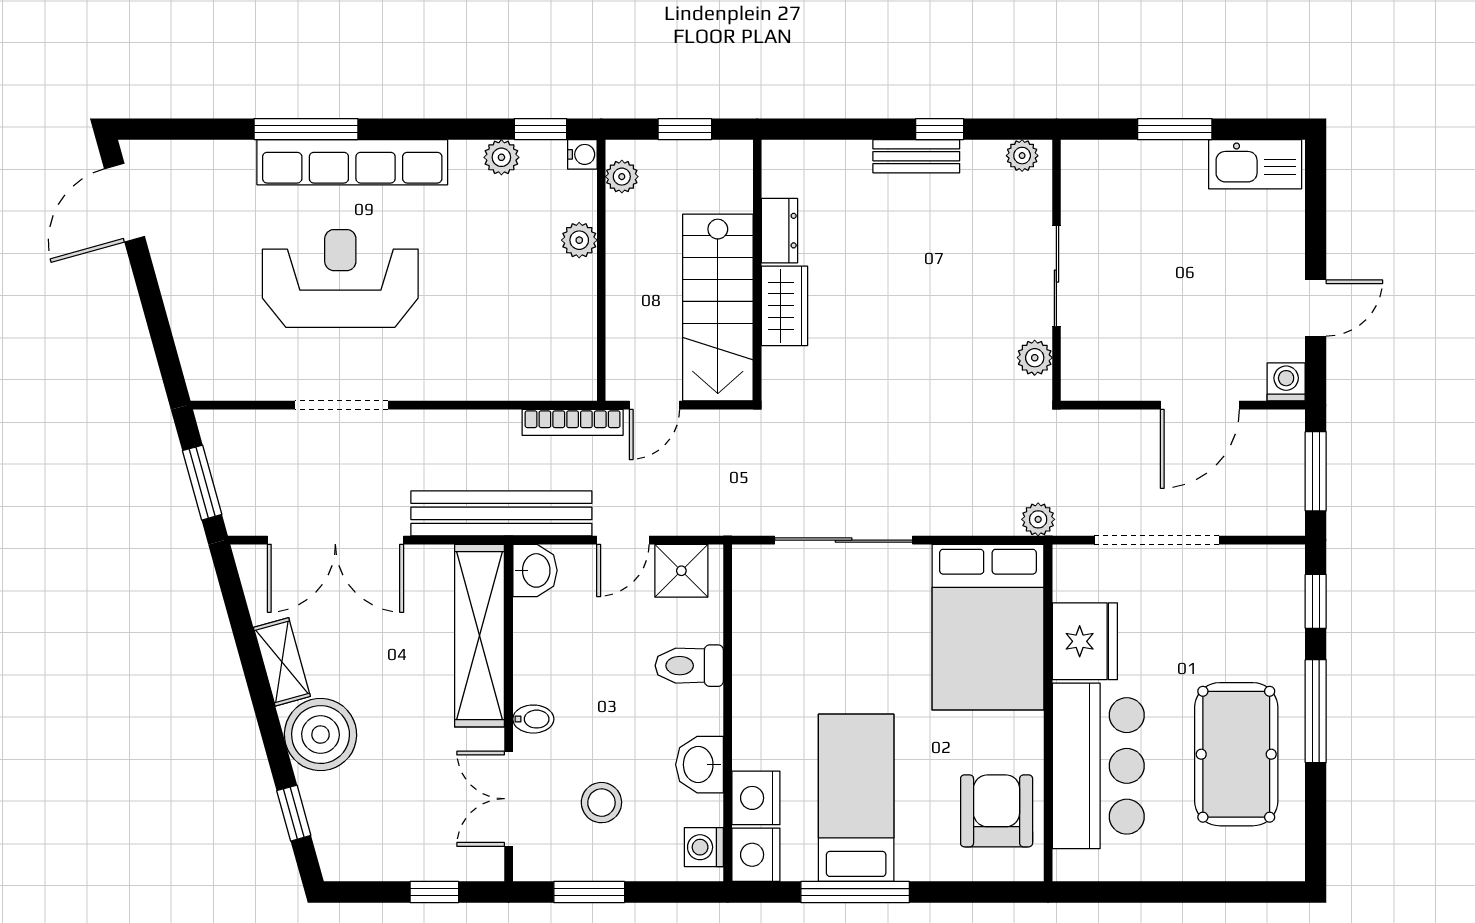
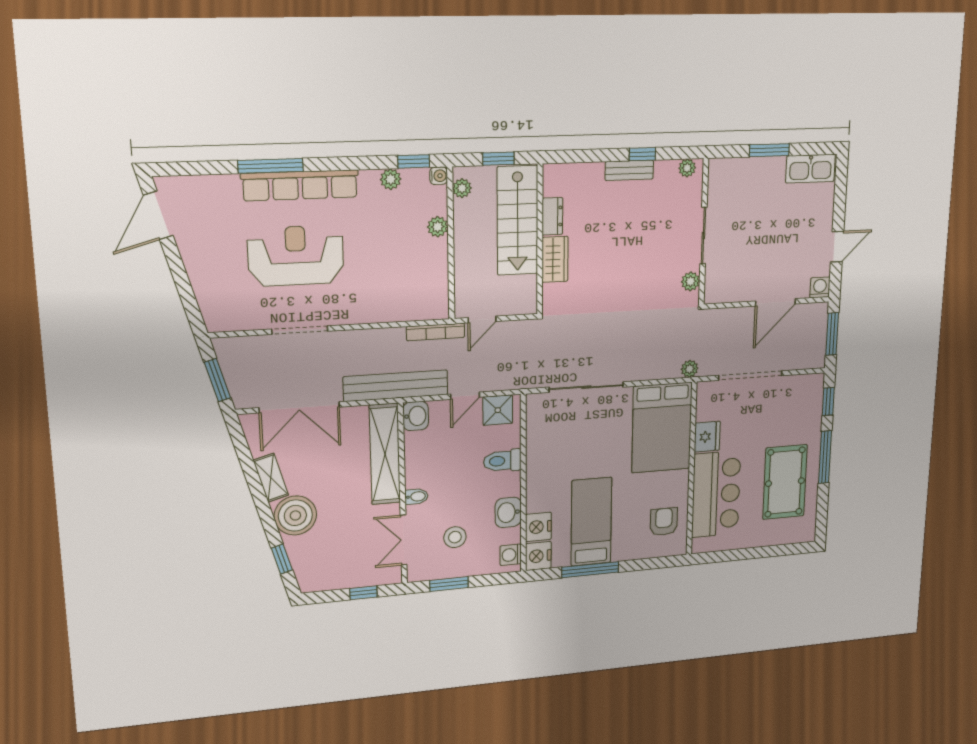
stairs: (718, 308) -> (517, 221), moved
fridge: (1085, 641) -> (707, 437), width x0.73, depth x0.75
armchair: (997, 811) -> (664, 522), width x0.72, depth x0.72

